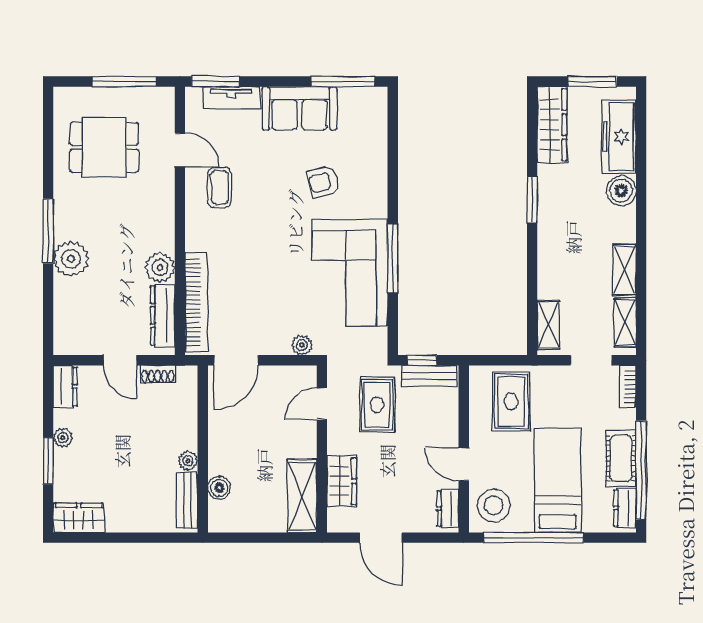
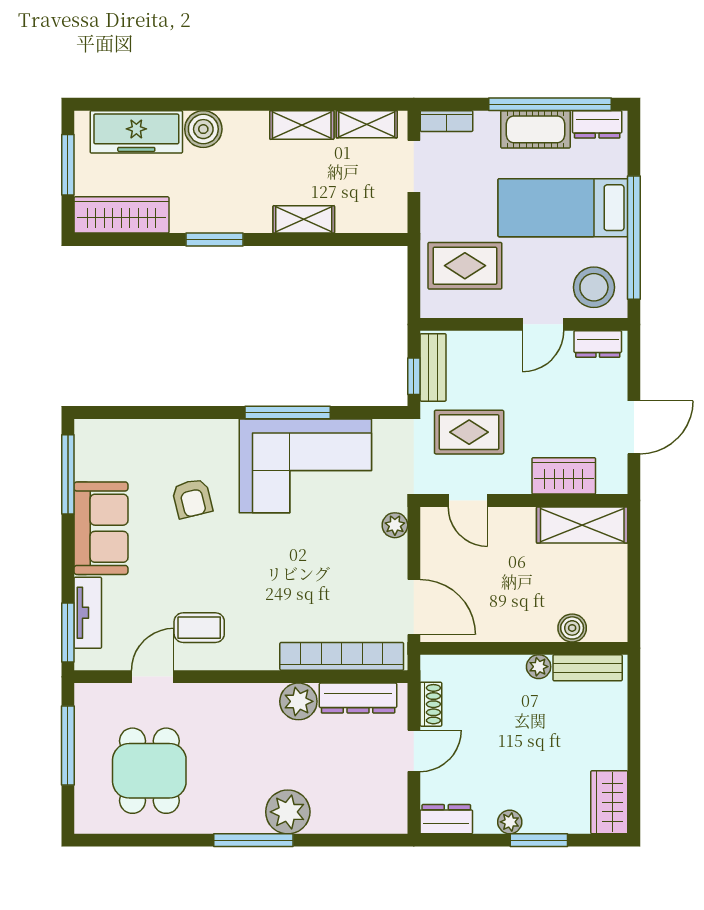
shelving: (548, 325) -> (304, 219), moved

